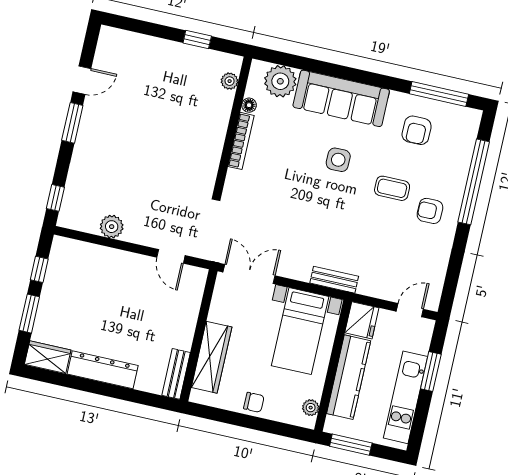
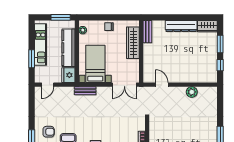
window: (55, 198) -> (220, 99), removed

